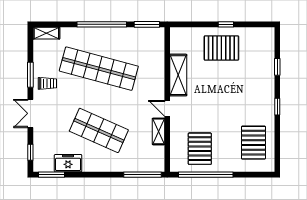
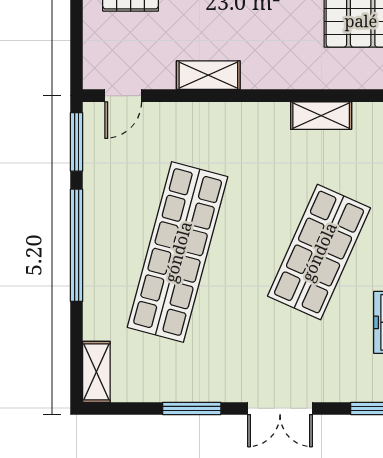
shelving: (178, 75) -> (208, 75), width x0.67, depth x0.75
trolley: (47, 83) -> (212, 370), removed
door: (167, 108) -> (123, 96), moved

